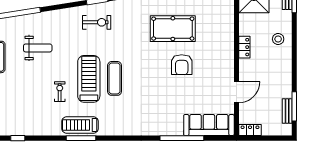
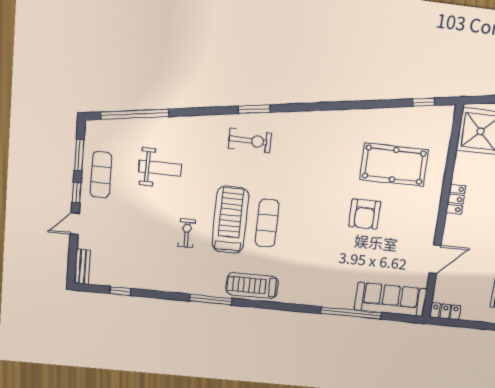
pool table: (173, 29) -> (394, 165), moved
treadmill: (80, 125) -> (252, 286), moved

